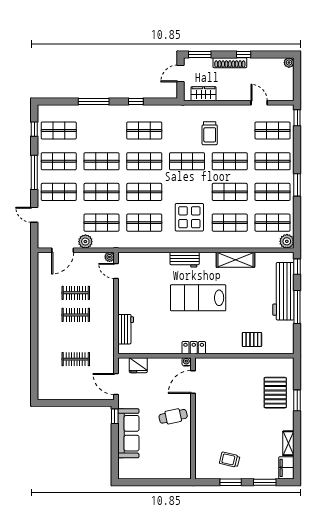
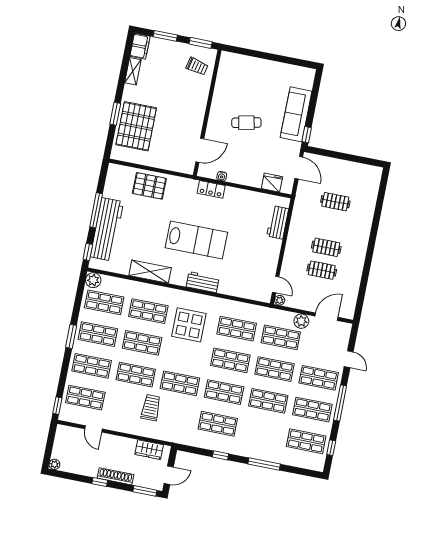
pallet: (252, 340) -> (149, 186), width x1.50, depth x1.42
door: (193, 382) -> (200, 150), moved
pallet: (275, 393) -> (136, 126), width x1.37, depth x1.41
wall: (193, 418) -> (207, 113), moved

